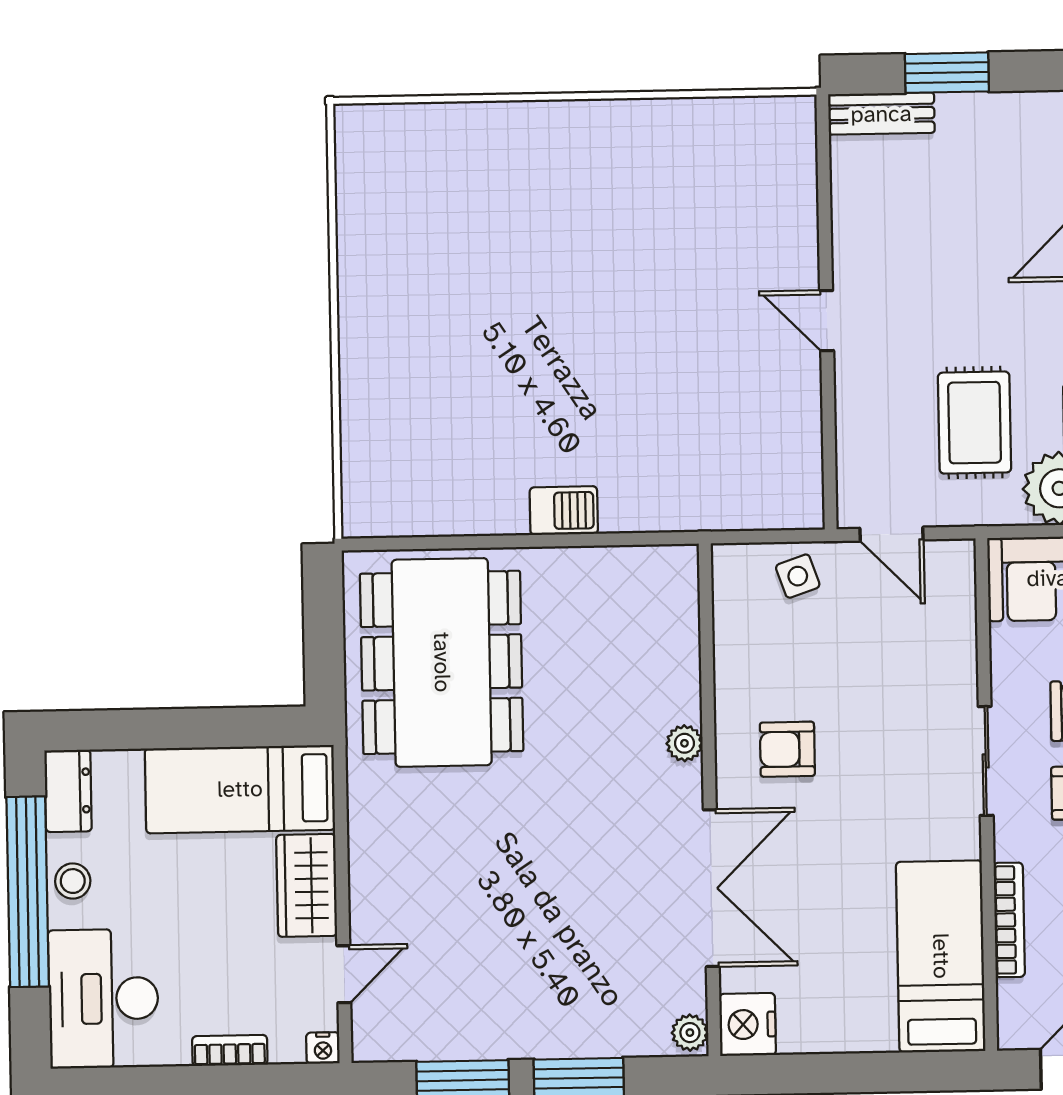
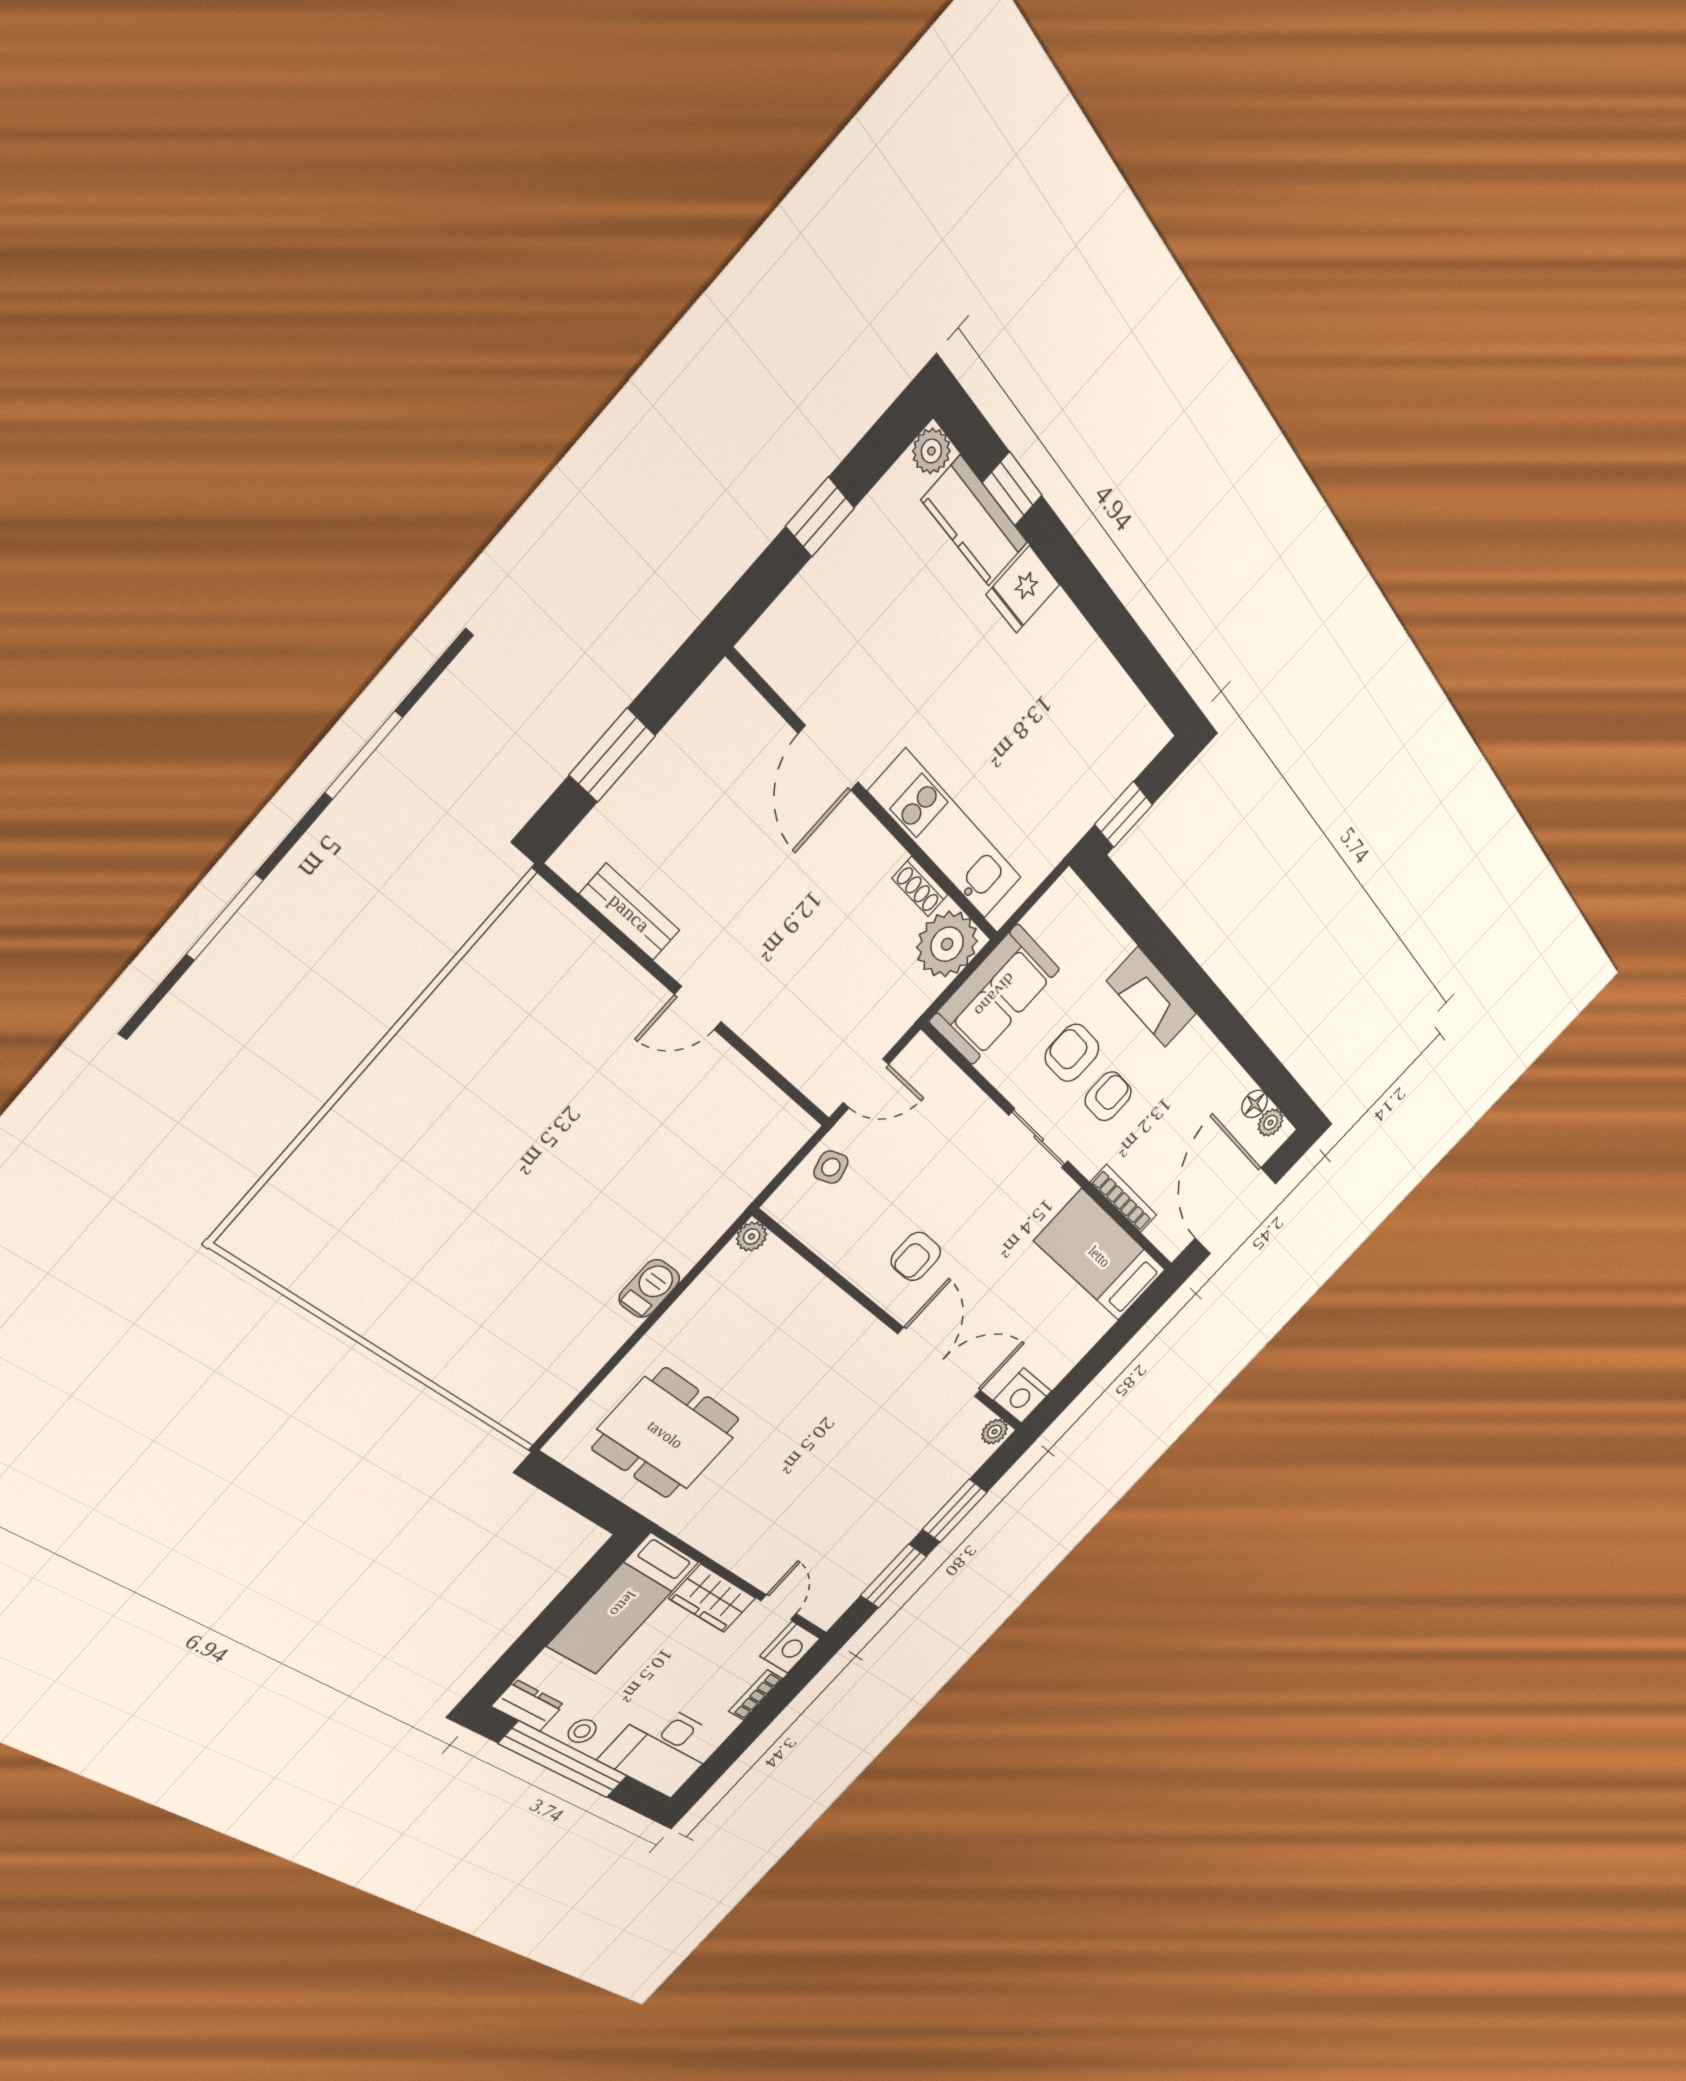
bench: (881, 114) -> (630, 912), moved, turned 90
rug: (975, 423) -> (856, 964), removed
dining table: (442, 662) -> (666, 1434), width x0.73, depth x0.80
plant: (684, 743) -> (752, 1237), moved
nightstand: (323, 1048) -> (790, 1647), width x1.89, depth x1.79

